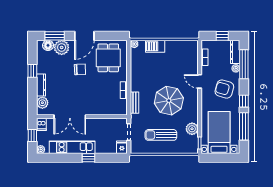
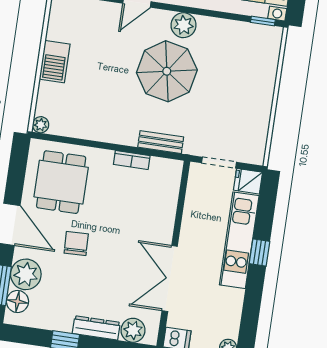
barbecue: (155, 46) -> (55, 62), moved
dining table: (108, 58) -> (61, 182), turned 90
double door: (70, 117) -> (170, 278), swing flipped
plant: (192, 129) -> (184, 25), moved
sun lounger: (161, 135) -> (235, 98), removed
kitchen unit: (72, 147) -> (239, 240), moved

